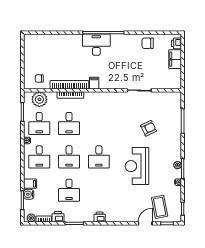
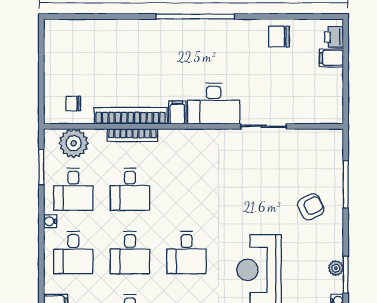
desk: (96, 45) -> (214, 104), moved, turned 180
filing cabinet: (175, 59) -> (331, 58), width x0.50
armchair: (149, 128) -> (311, 207), moved

